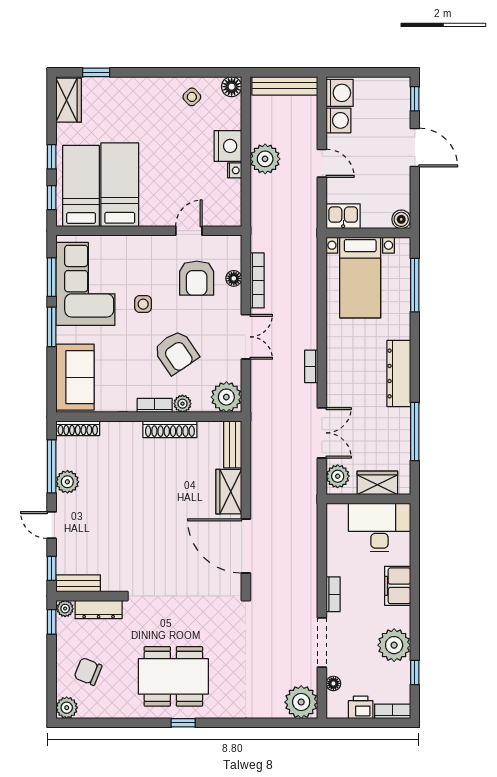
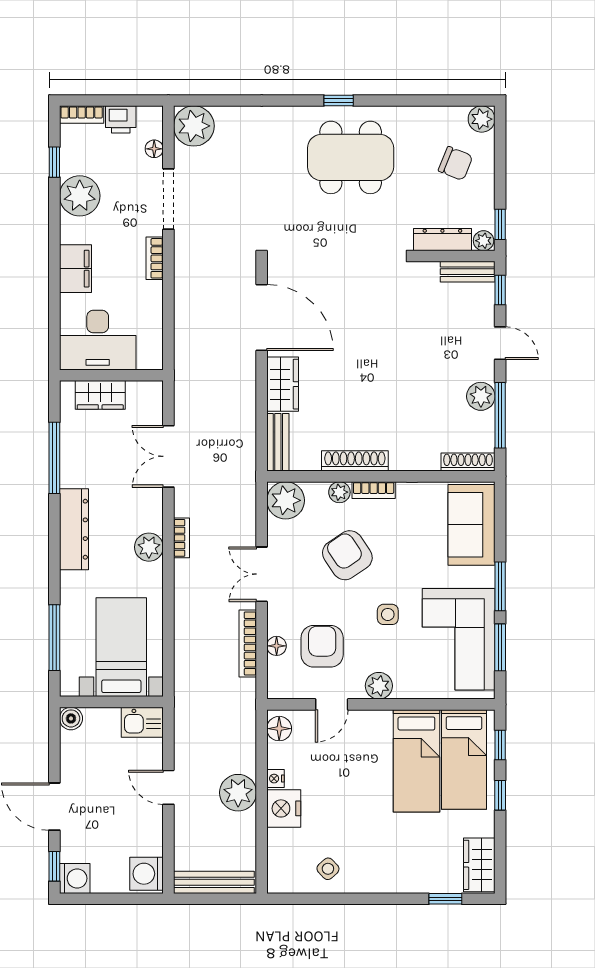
floor lamp: (232, 87) -> (279, 729), moved
washing machine: (338, 120) -> (75, 878), moved, turned 180
plant: (150, 246) -> (379, 686), added
plant: (338, 476) -> (149, 547), moved

